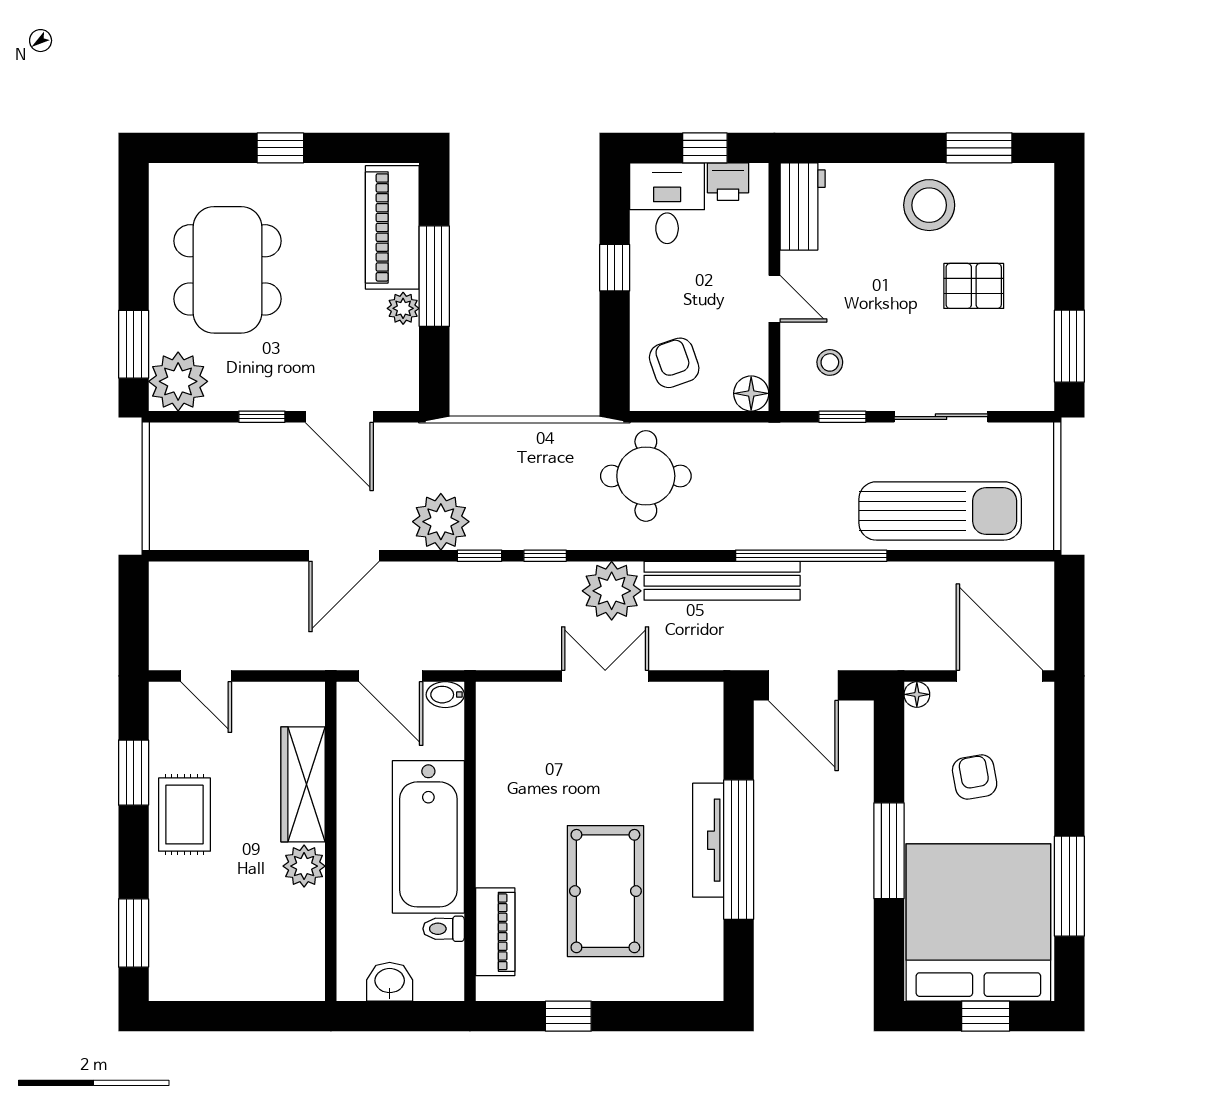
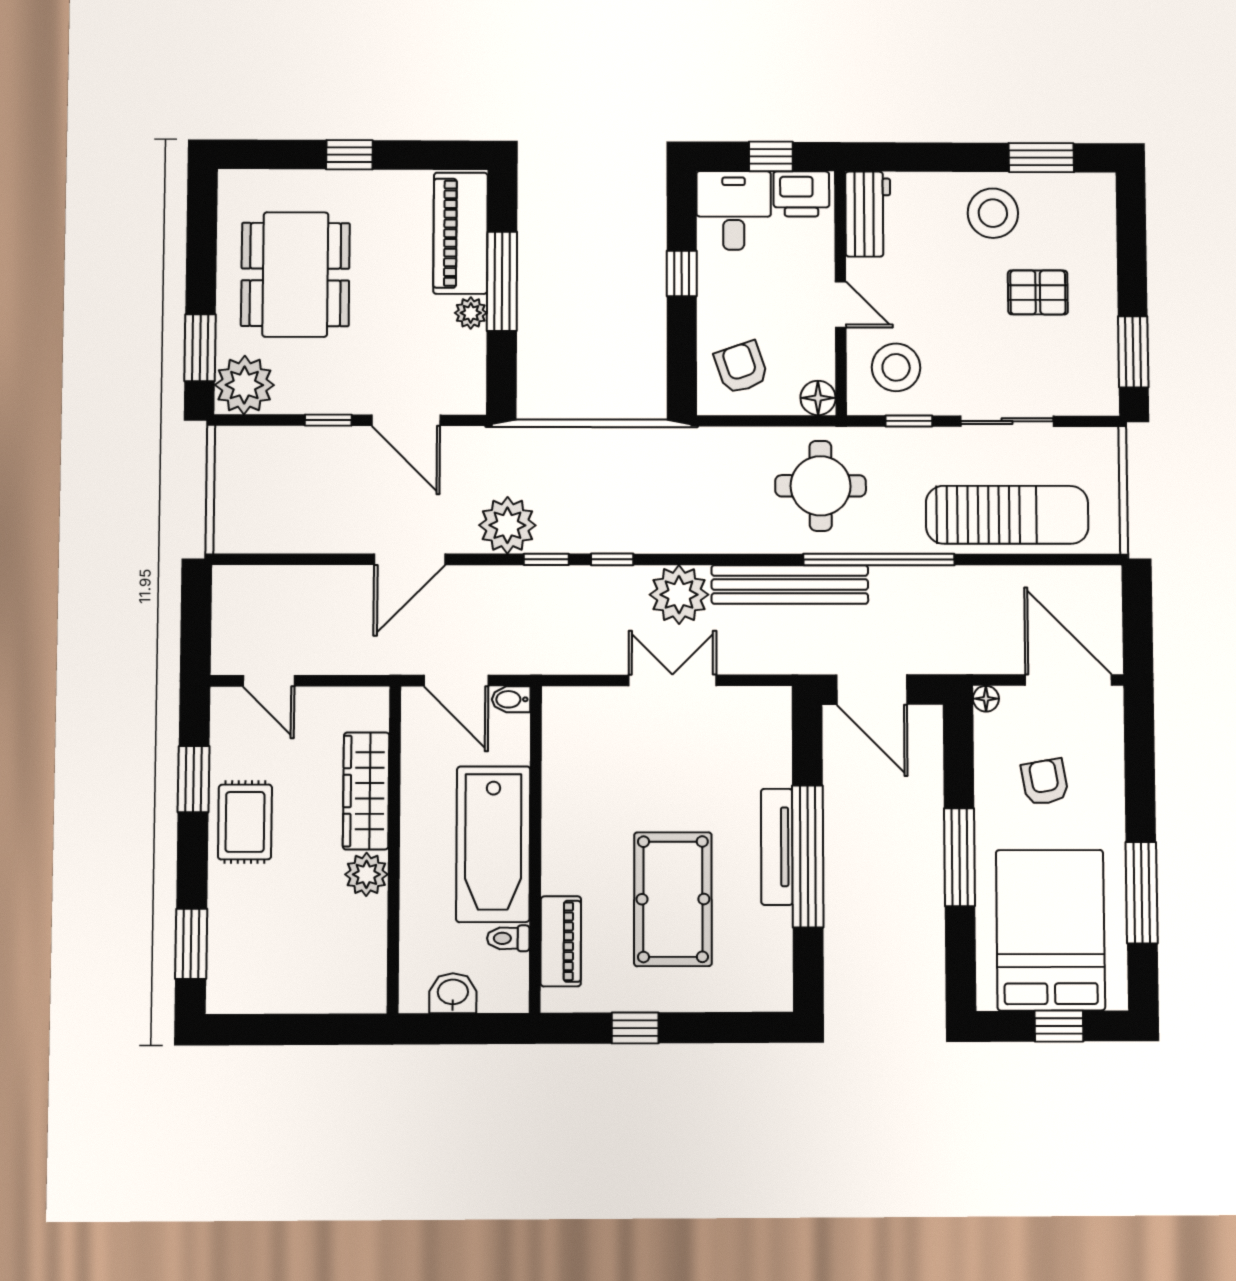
printer: (728, 182) -> (801, 194), width x1.36, depth x1.24
stool: (830, 362) -> (896, 367), width x1.89, depth x1.89
round table: (646, 476) -> (821, 486), moved
bed: (978, 922) -> (1050, 930), width x0.73

